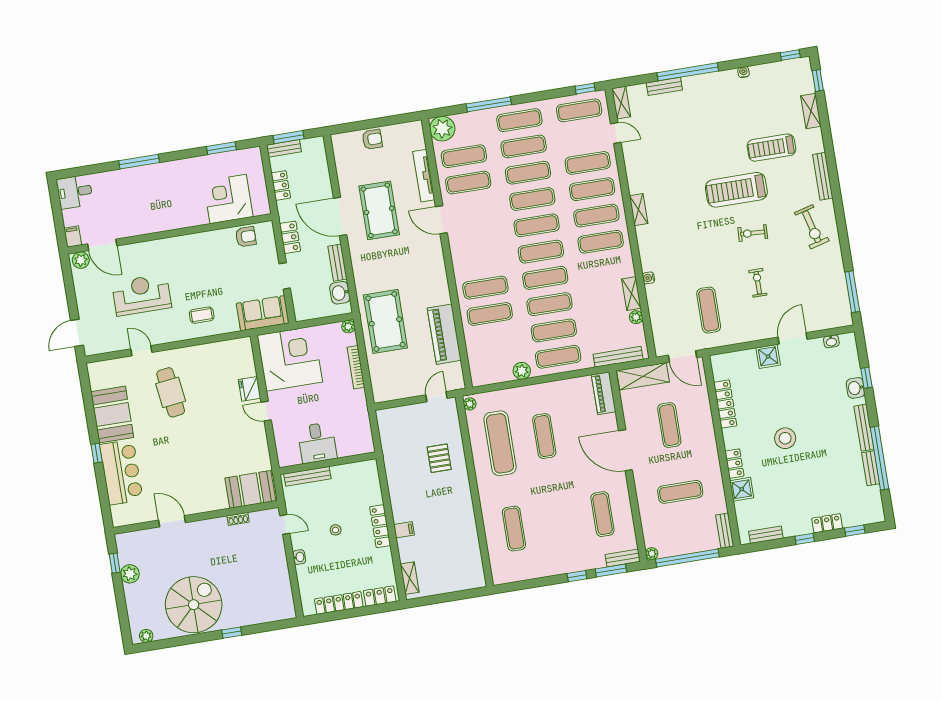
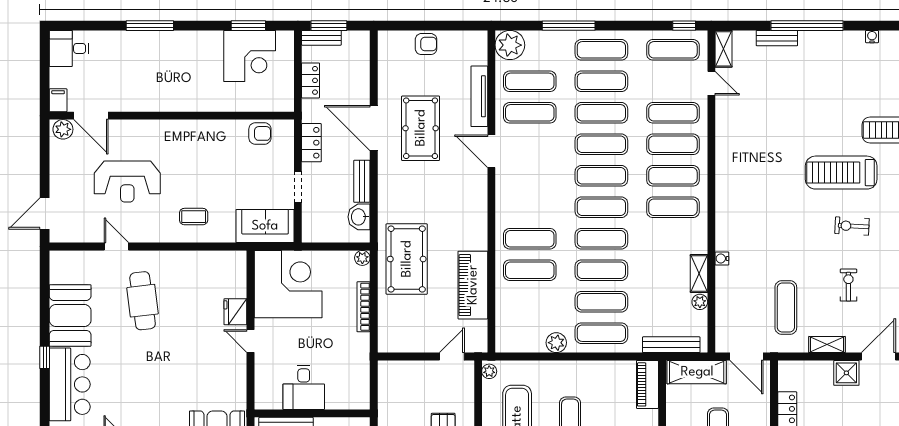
corner desk: (228, 199) -> (250, 56), moved, turned 180
shelving: (639, 210) -> (827, 345), moved, turned 90
reception desk: (142, 295) -> (127, 181), turned 180

